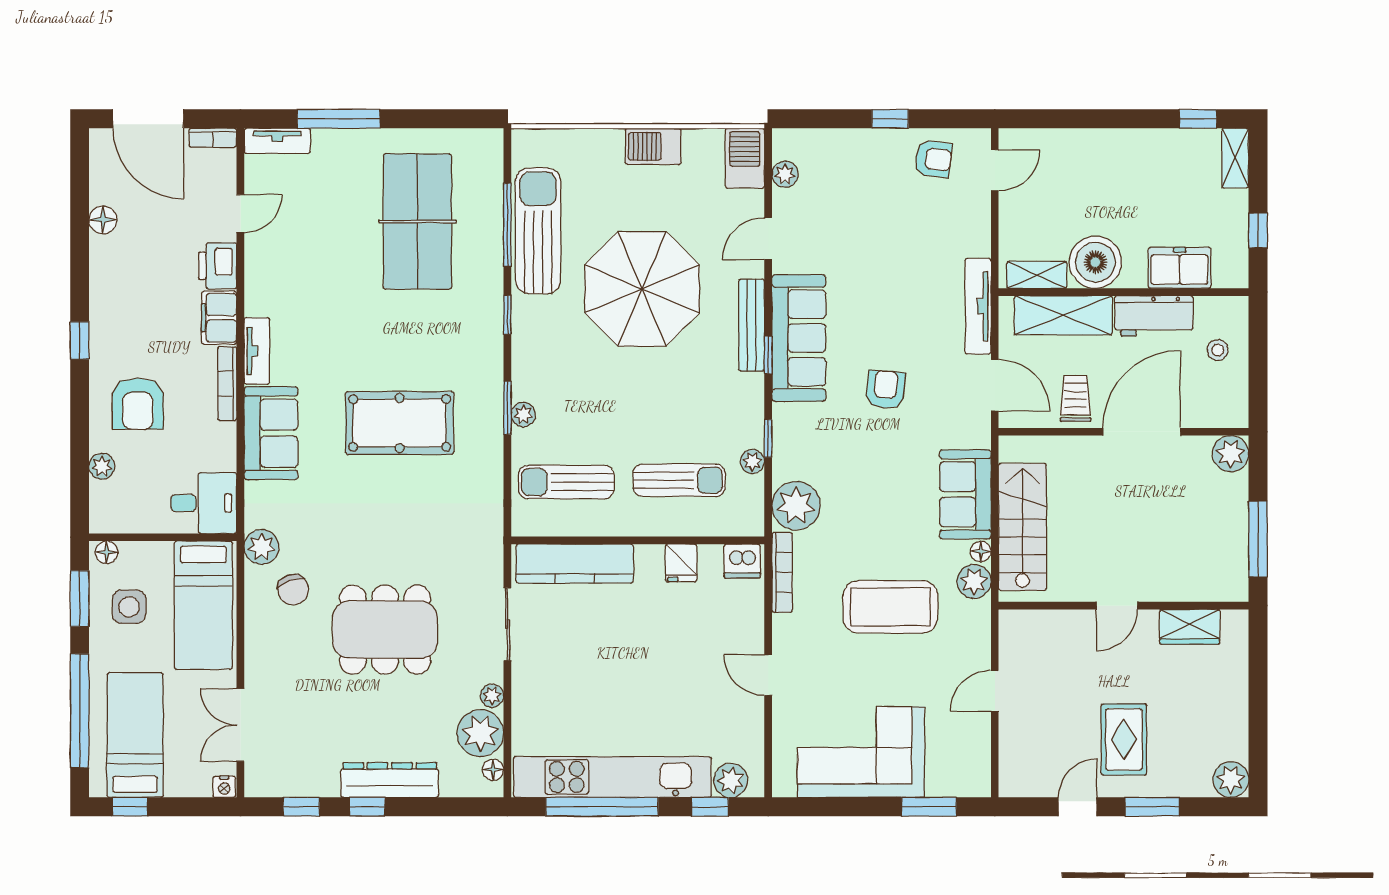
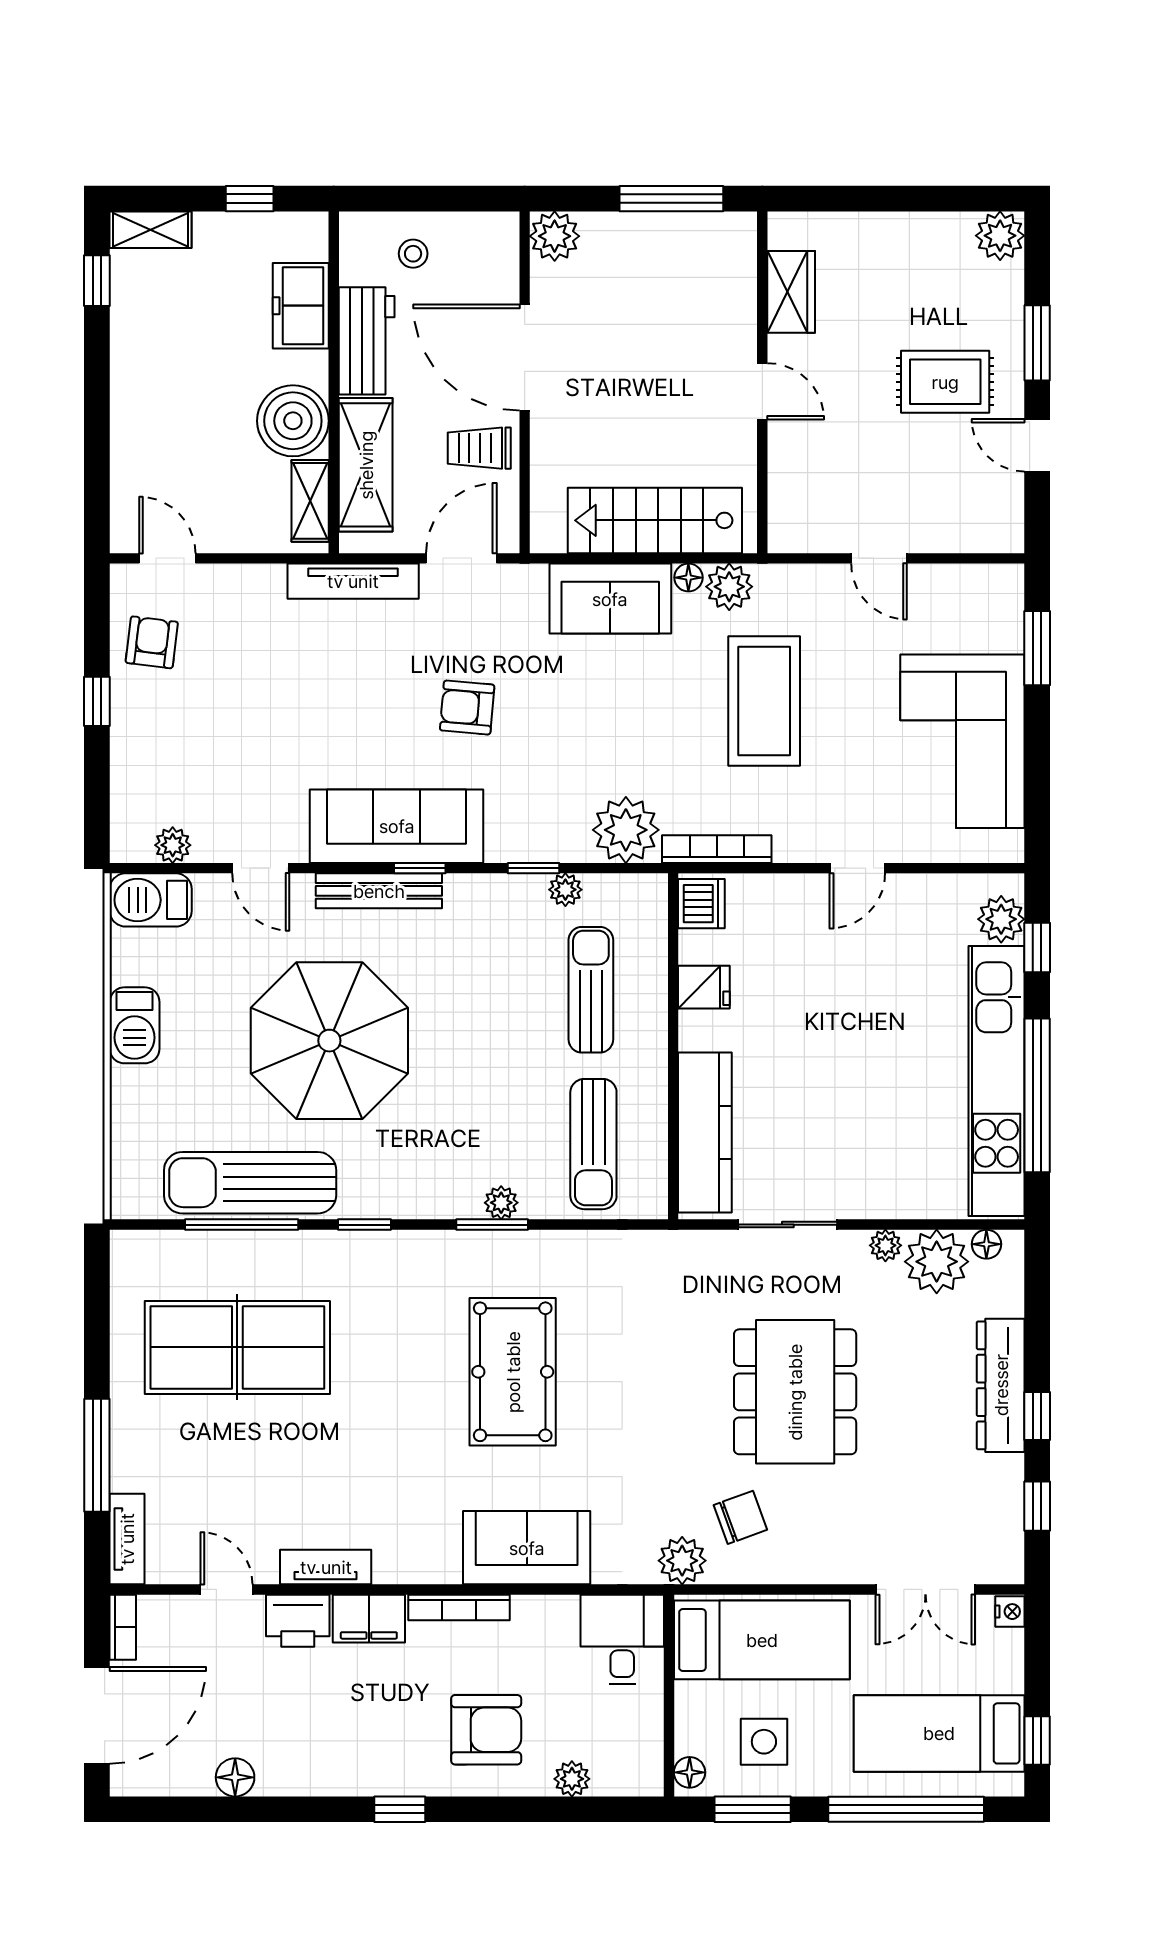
tv unit: (257, 351) -> (326, 1567), moved

